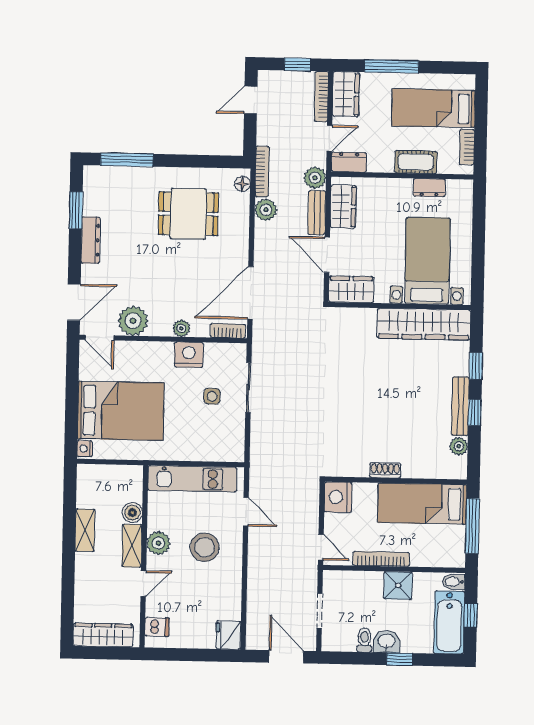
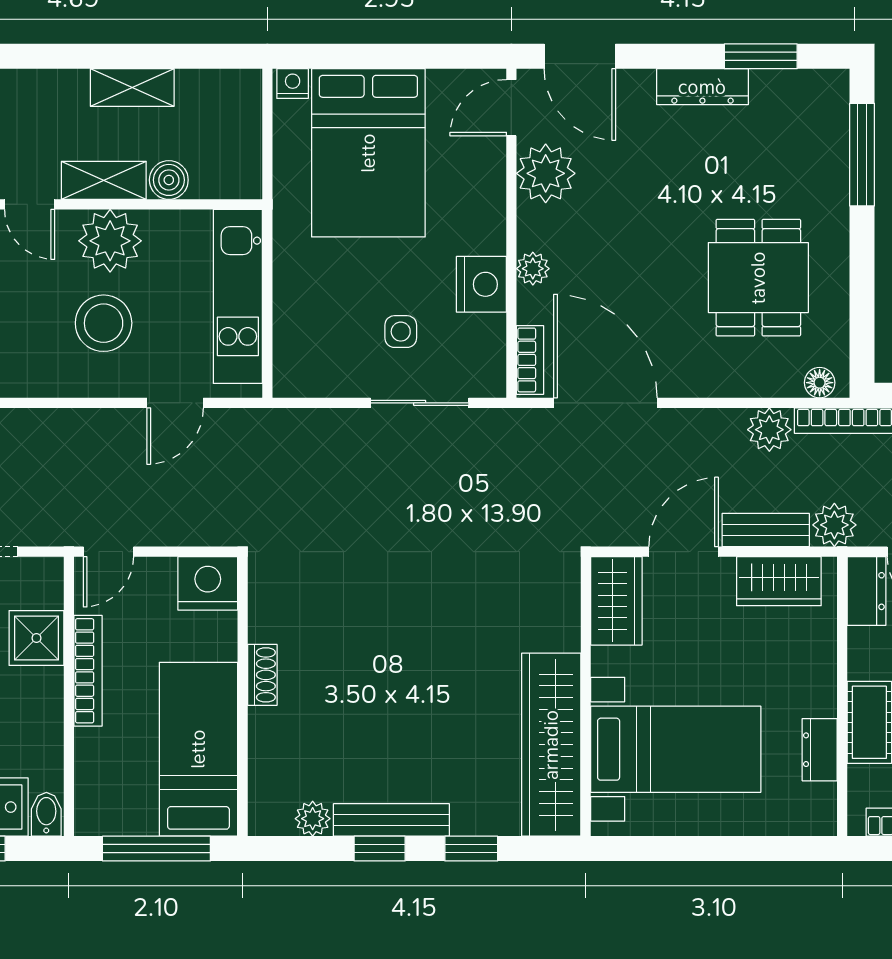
plant: (158, 543) -> (110, 241), width x1.36, depth x1.36
shower: (398, 586) -> (36, 638), moved

